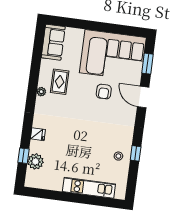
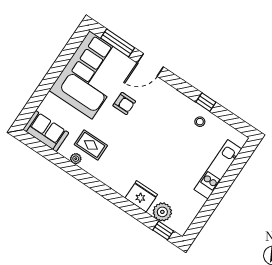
window: (147, 64) -> (118, 43), width x1.44
plant: (41, 92) -> (76, 159), moved
fridge: (38, 134) -> (141, 196), width x1.88, depth x1.34
window: (23, 156) -> (163, 230), moved

